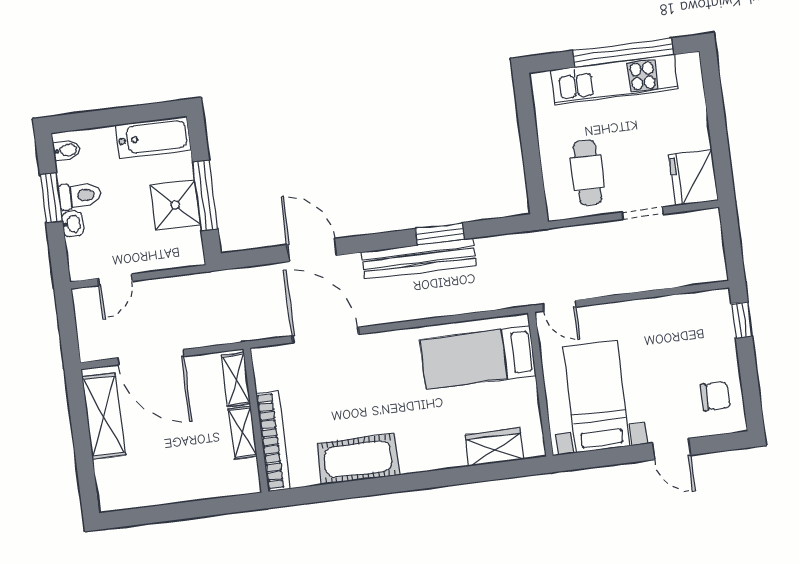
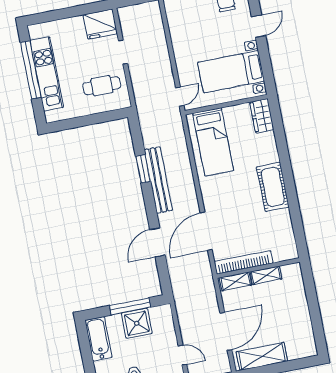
bookcase: (273, 441) -> (244, 262), moved
wardrobe: (495, 447) -> (262, 116), moved
cot: (358, 459) -> (273, 187), moved

